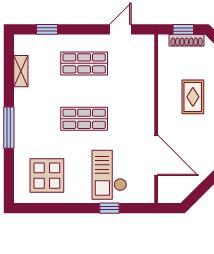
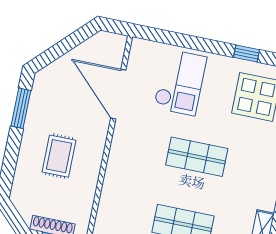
window: (109, 208) -> (247, 54), moved

